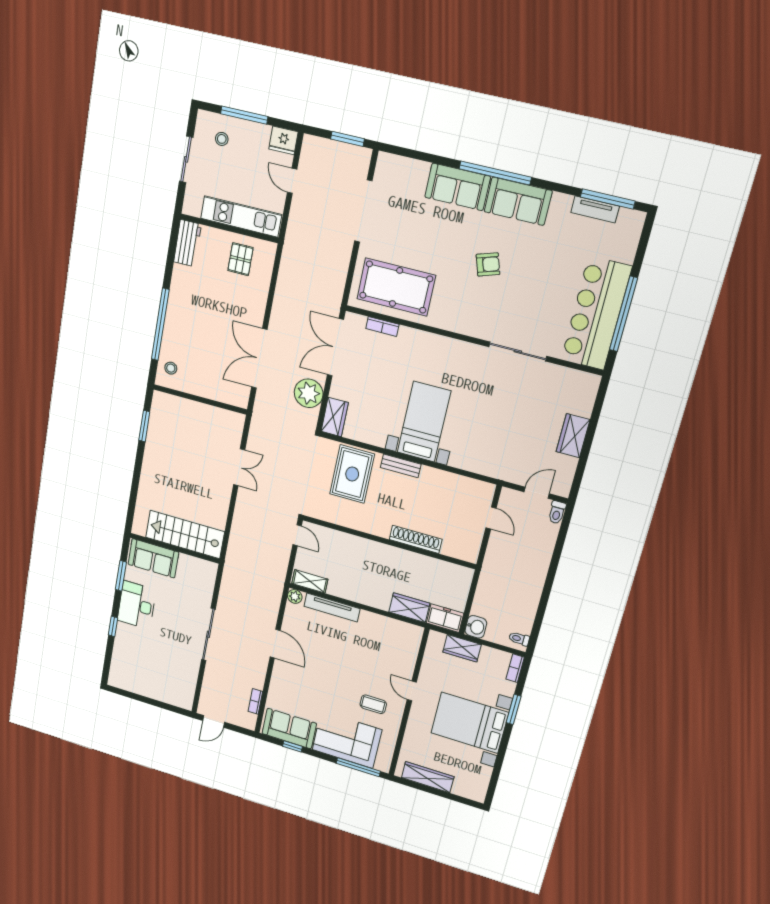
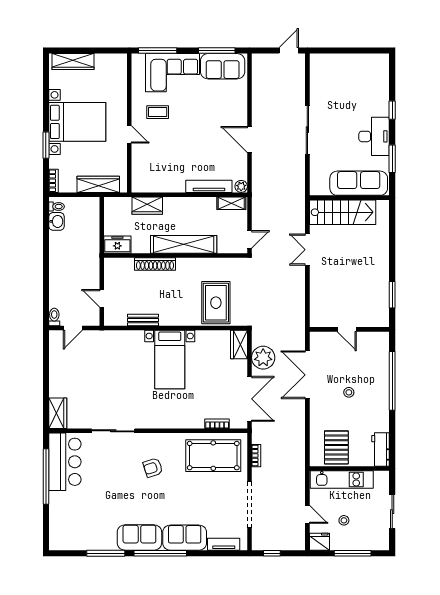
stool: (222, 139) -> (344, 520), moved
window: (347, 139) -> (272, 553), width x0.67
window: (608, 199) -> (106, 553), moved
tv unit: (595, 209) -> (224, 544), moved
pallet: (240, 259) -> (336, 447), width x1.50, depth x1.42
armchair: (488, 264) -> (153, 468), moved
bar counter: (596, 313) -> (65, 462), width x0.73
double door: (259, 358) -> (307, 375), swing flipped
stool: (171, 368) -> (349, 392), moved
door: (203, 400) -> (347, 329), added
wardrobe: (573, 436) -> (58, 413), moved
bench: (401, 466) -> (143, 320), moved
double door: (239, 467) -> (307, 250), moved
door: (297, 535) -> (249, 239), swing flipped
shelving: (376, 552) -> (184, 244), added
sofa: (153, 558) -> (359, 183), width x1.36
freezer: (445, 618) -> (117, 245), moved, turned 180
washbasin: (476, 627) -> (56, 221), moved, turned 180
wardrobe: (462, 648) -> (98, 184), width x1.50
bookcase: (255, 701) -> (256, 456), moved
window: (292, 746) -> (217, 51), width x2.17
wardrobe: (428, 777) -> (73, 62), moved

